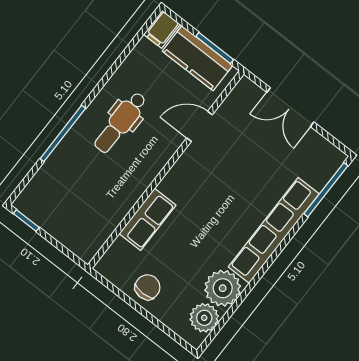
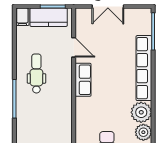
dental chair: (120, 122) -> (36, 74), turned 180
door: (199, 126) -> (74, 47), swing flipped
row of seats: (148, 219) -> (83, 80), moved

